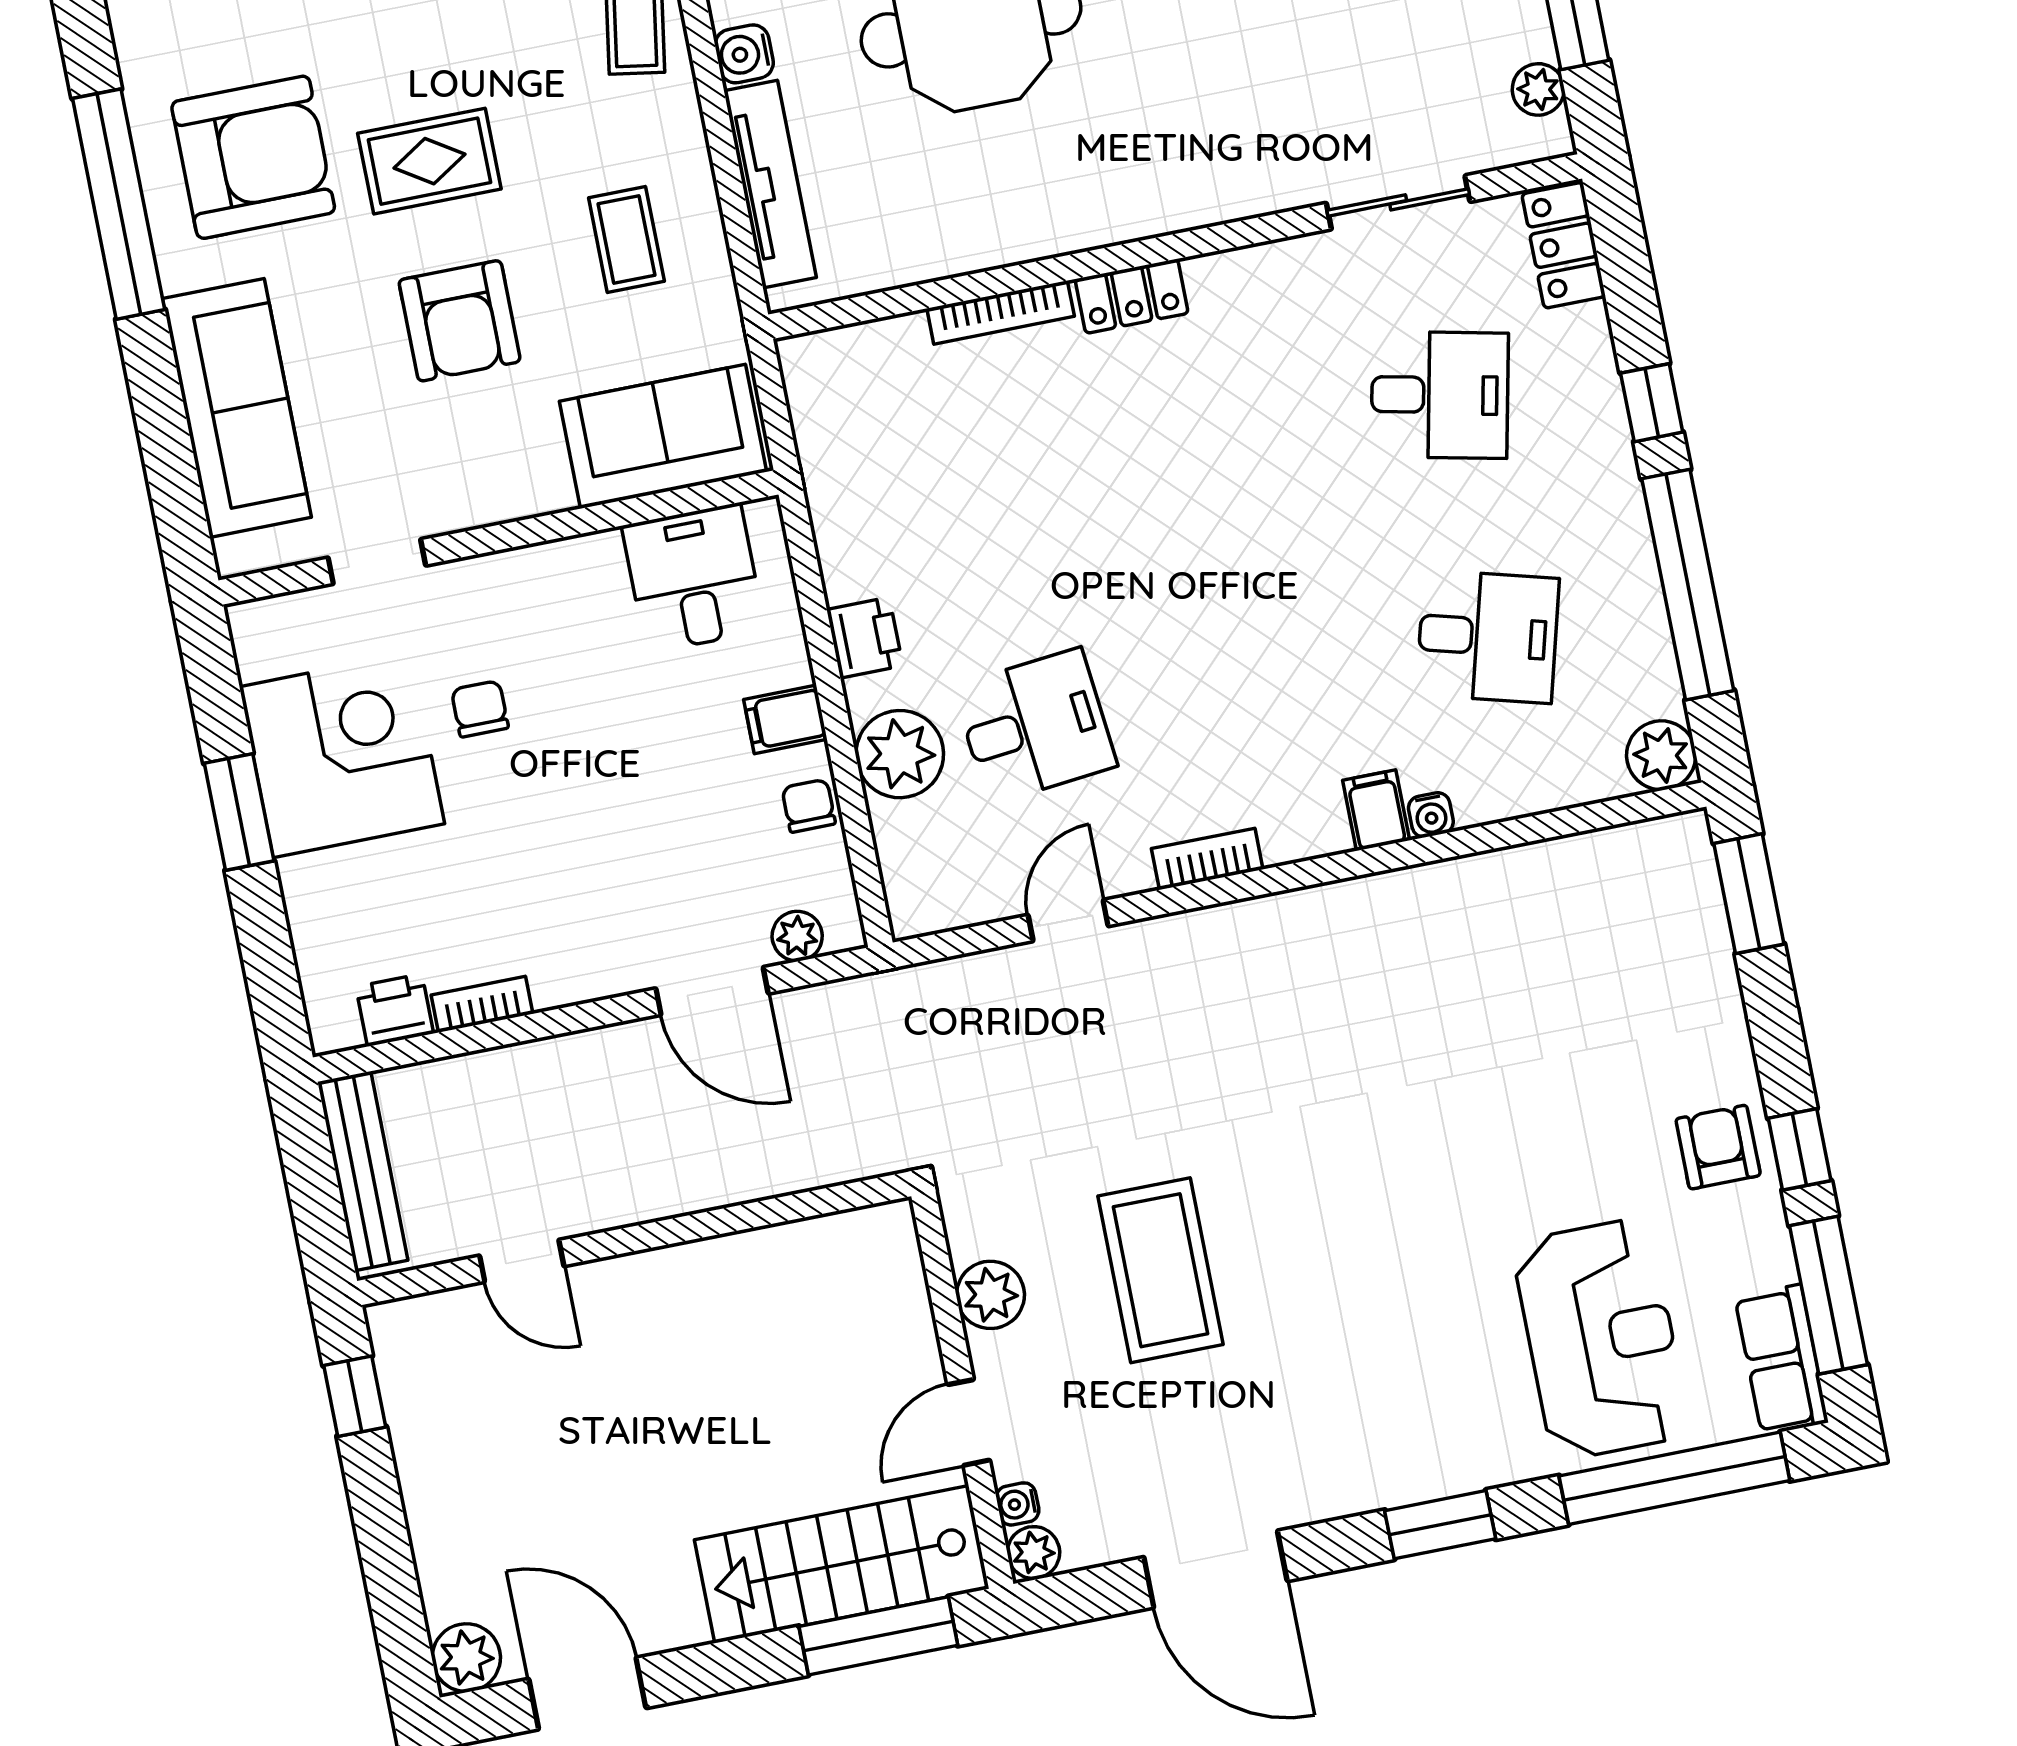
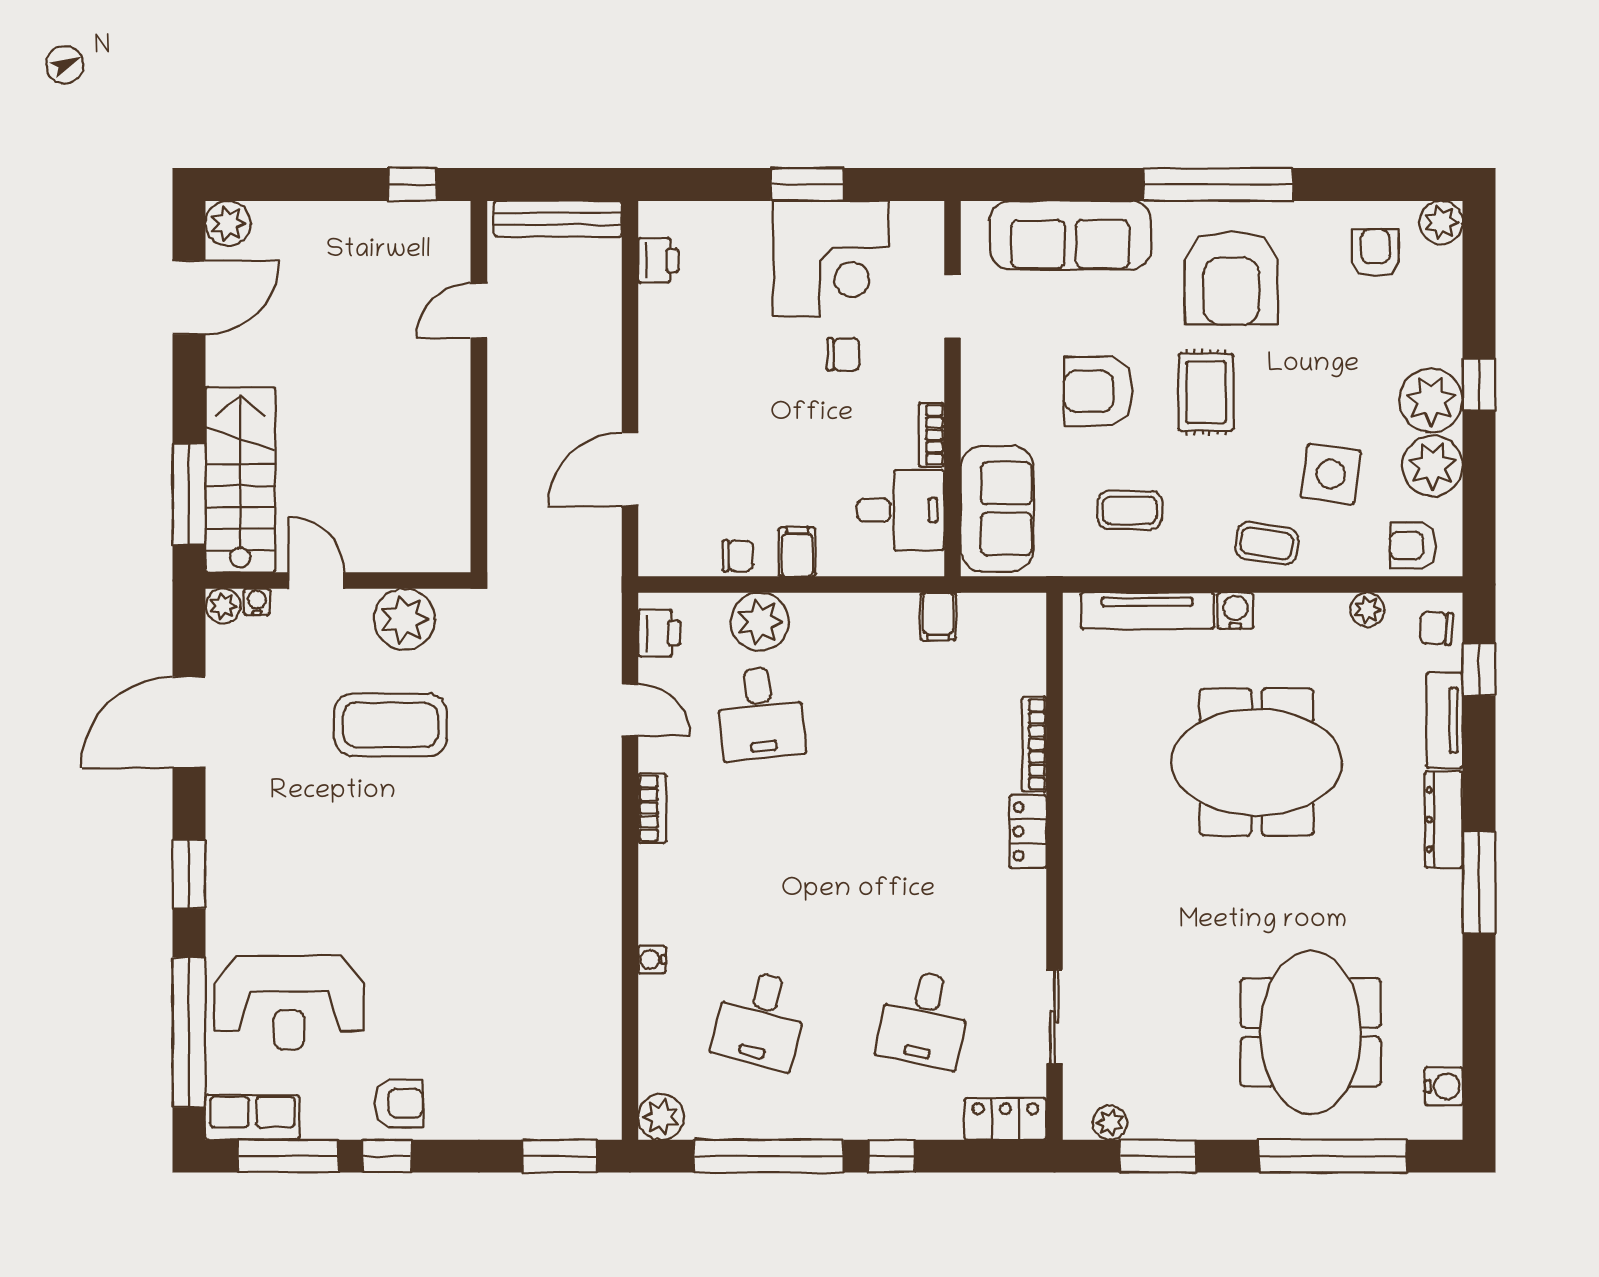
printer: (865, 638) -> (659, 633), moved, turned -90
filing cabinet: (1376, 810) -> (938, 617), moved, turned 90
plant: (797, 936) -> (655, 532), removed
bookcase: (482, 1004) -> (932, 435), moved, turned 180
plant: (990, 1295) -> (405, 619), width x1.36, depth x1.36

